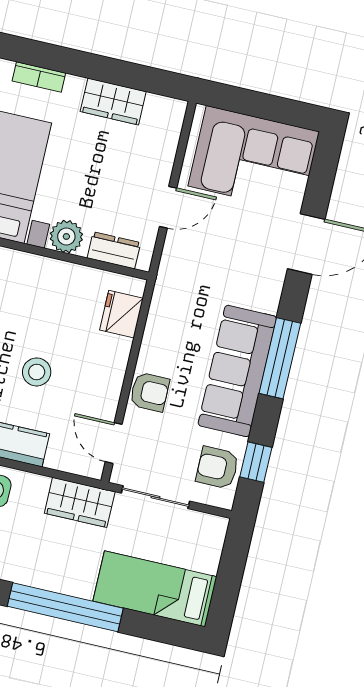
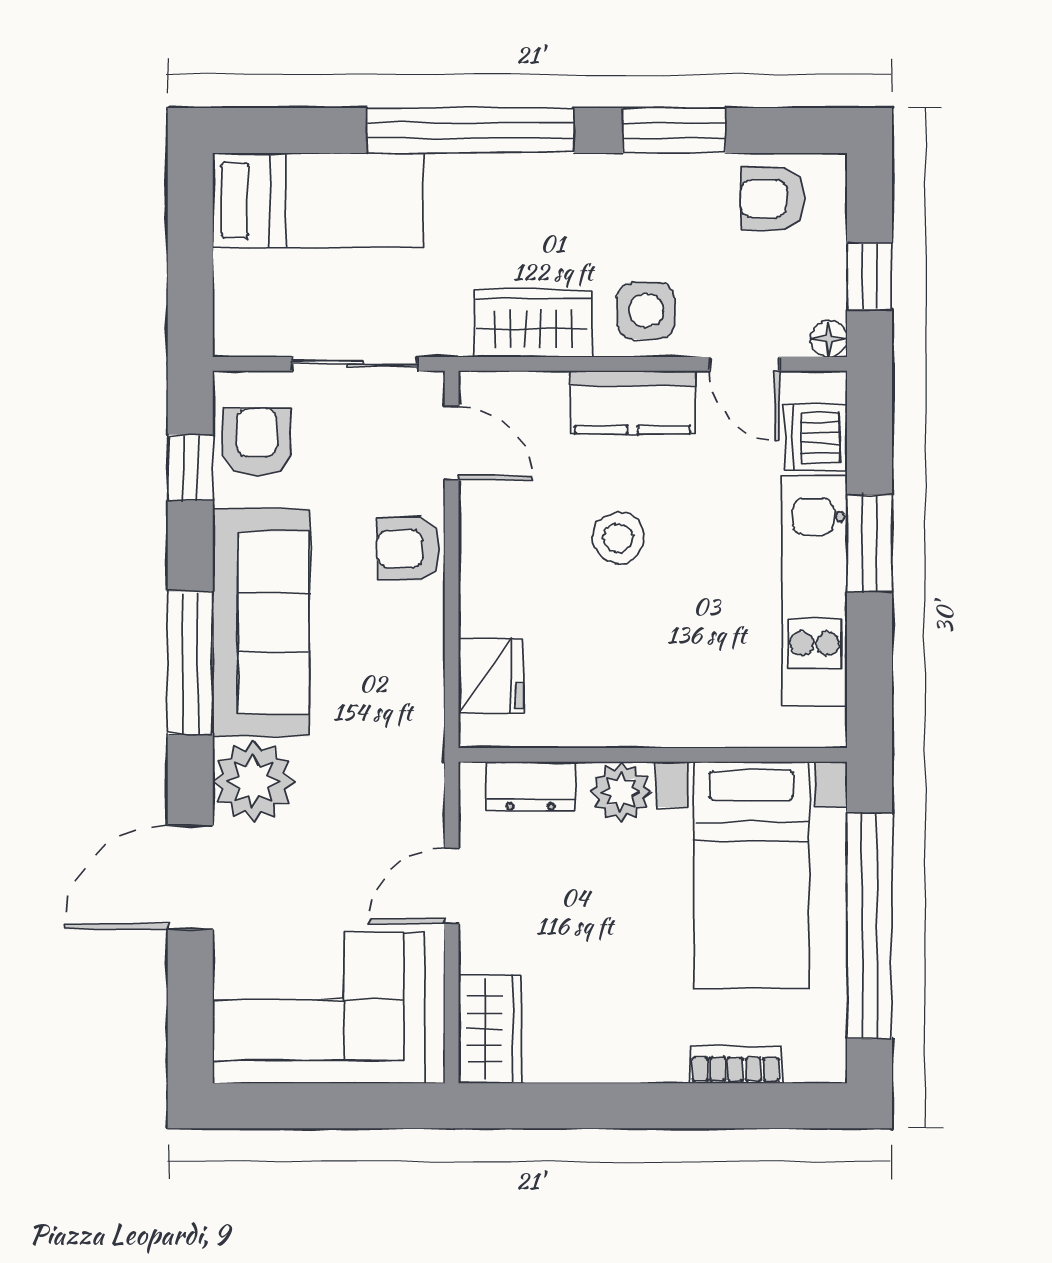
wardrobe: (113, 102) -> (490, 1029), moved, turned 90
plant: (261, 287) -> (253, 781), added
armchair: (217, 468) -> (257, 442), turned -90
wardrobe: (80, 502) -> (533, 323), moved

